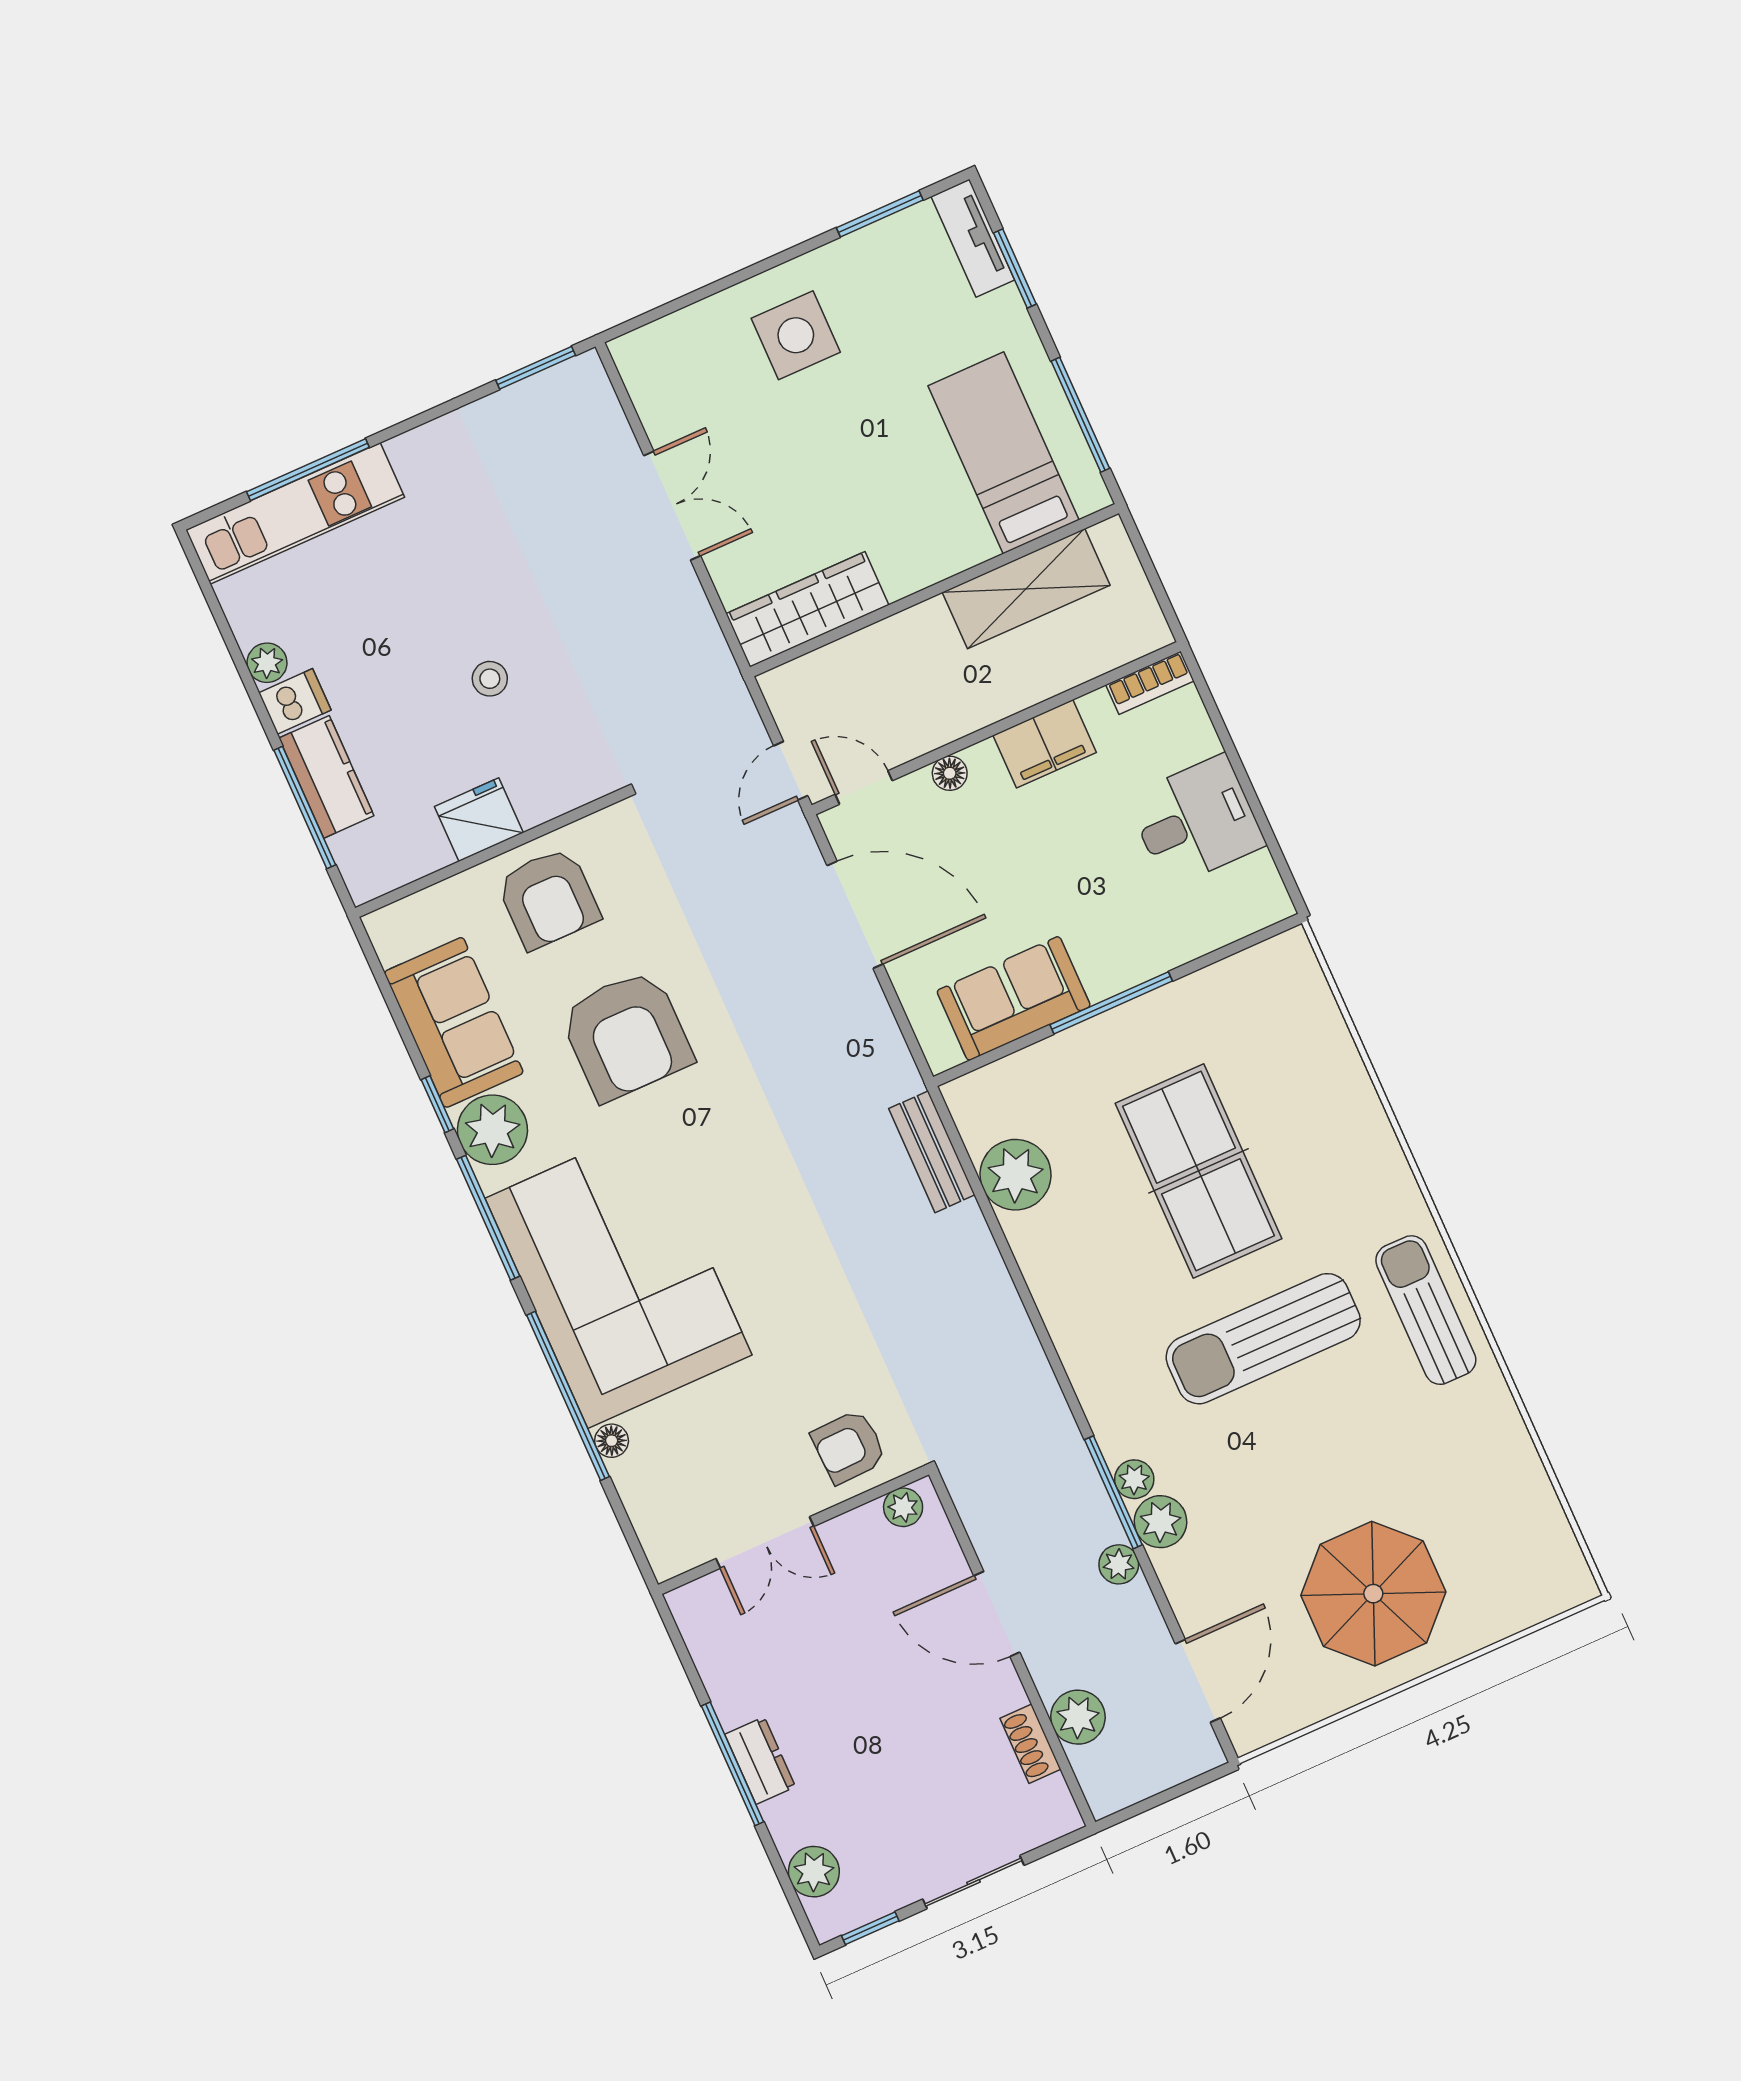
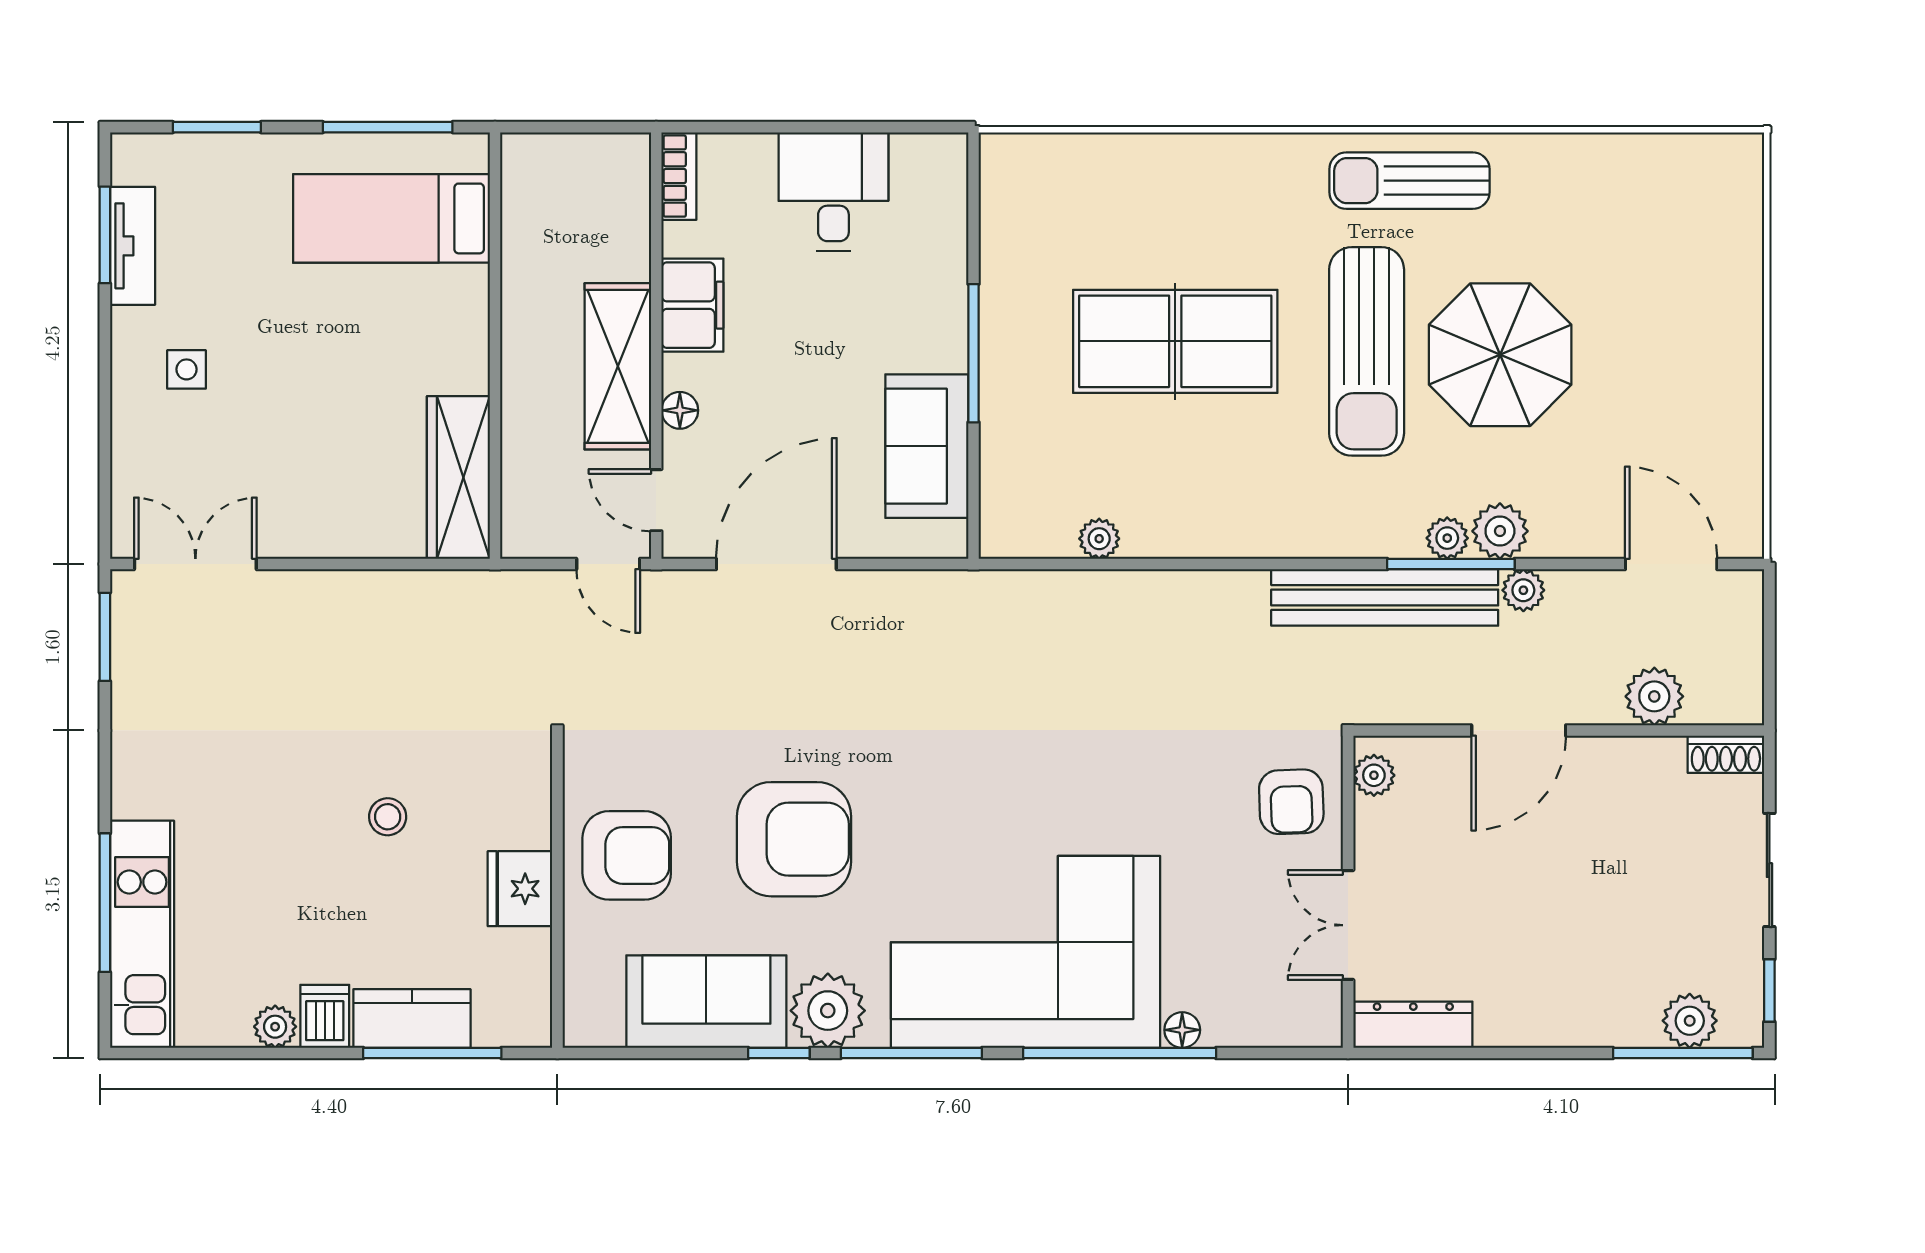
tv unit: (973, 238) -> (133, 246), moved, turned -90
side table: (796, 335) -> (187, 369), width x0.54, depth x0.54
double door: (672, 506) -> (195, 564), moved
shelving: (1026, 589) -> (618, 366), moved
door: (864, 787) -> (656, 500), hinge flipped
bench: (932, 1152) -> (1385, 597), moved, width x1.86, depth x1.21
plant: (1015, 1175) -> (1099, 539), width x0.53, depth x0.53
double door: (765, 1542) -> (1348, 925), swing flipped
parasol: (1373, 1594) -> (1500, 355), moved
shoe rack: (1030, 1744) -> (1726, 754), moved
dresser: (760, 1761) -> (1413, 1025), moved, width x1.44
window: (733, 1764) -> (1683, 1053), moved

